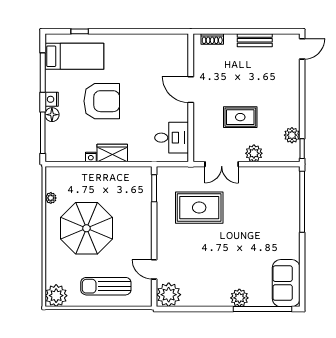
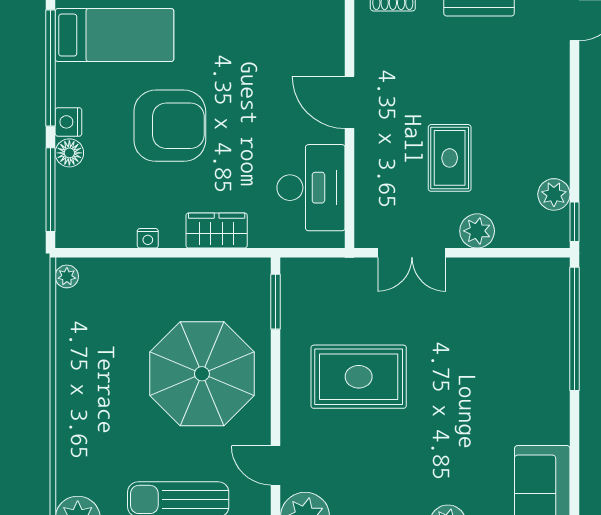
window: (43, 73) -> (51, 68), width x1.46
rug: (240, 117) -> (450, 158), turned 90
desk: (172, 138) -> (311, 188), width x1.37
wardrobe: (112, 153) -> (217, 230), moved
plant: (51, 198) -> (67, 276), moved
rug: (199, 208) -> (359, 377), moved
parasol: (86, 228) -> (202, 374), moved

